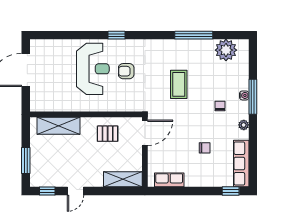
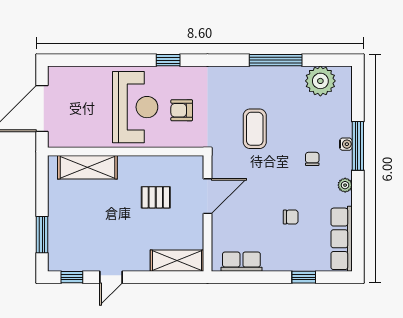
wall: (86, 114) -> (126, 151), moved
shelving: (59, 126) -> (87, 167), moved
window: (231, 191) -> (304, 277), moved

